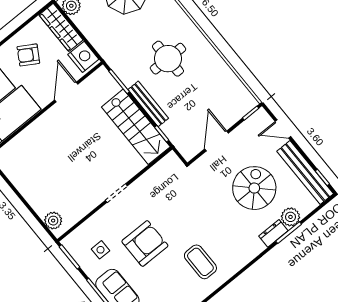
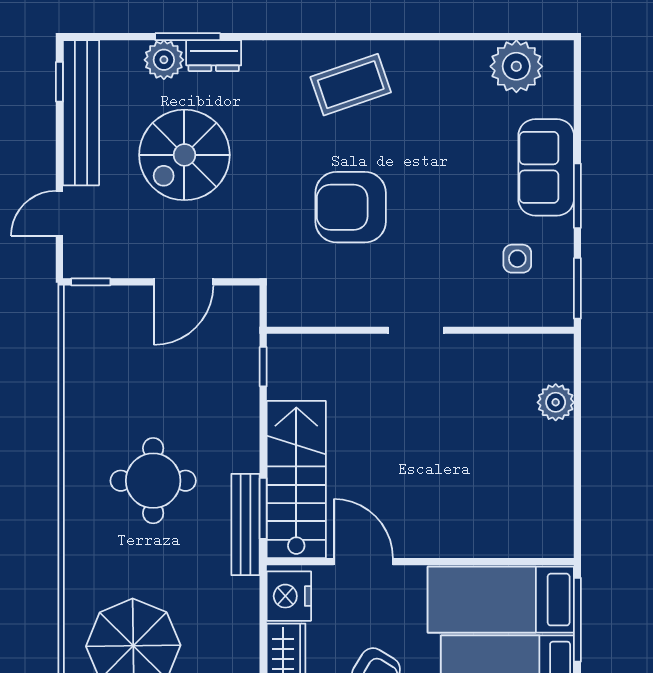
door: (66, 92) -> (363, 562), swing flipped
bench: (148, 104) -> (246, 524), moved
stairs: (136, 127) -> (296, 480), moved
door: (283, 129) -> (59, 213), swing flipped
plant: (53, 221) -> (556, 402), moved
armchair: (145, 244) -> (351, 207), moved
coffee table: (200, 262) -> (351, 85), moved, turned 71

